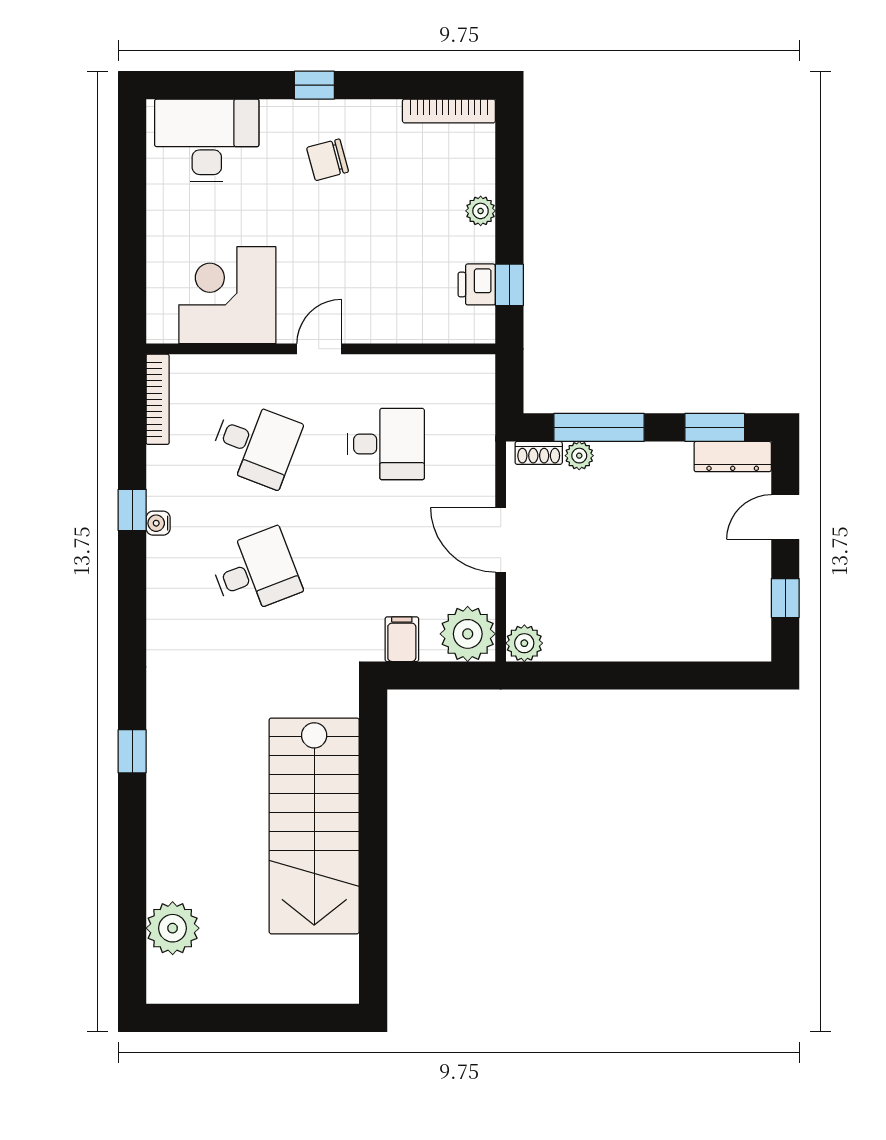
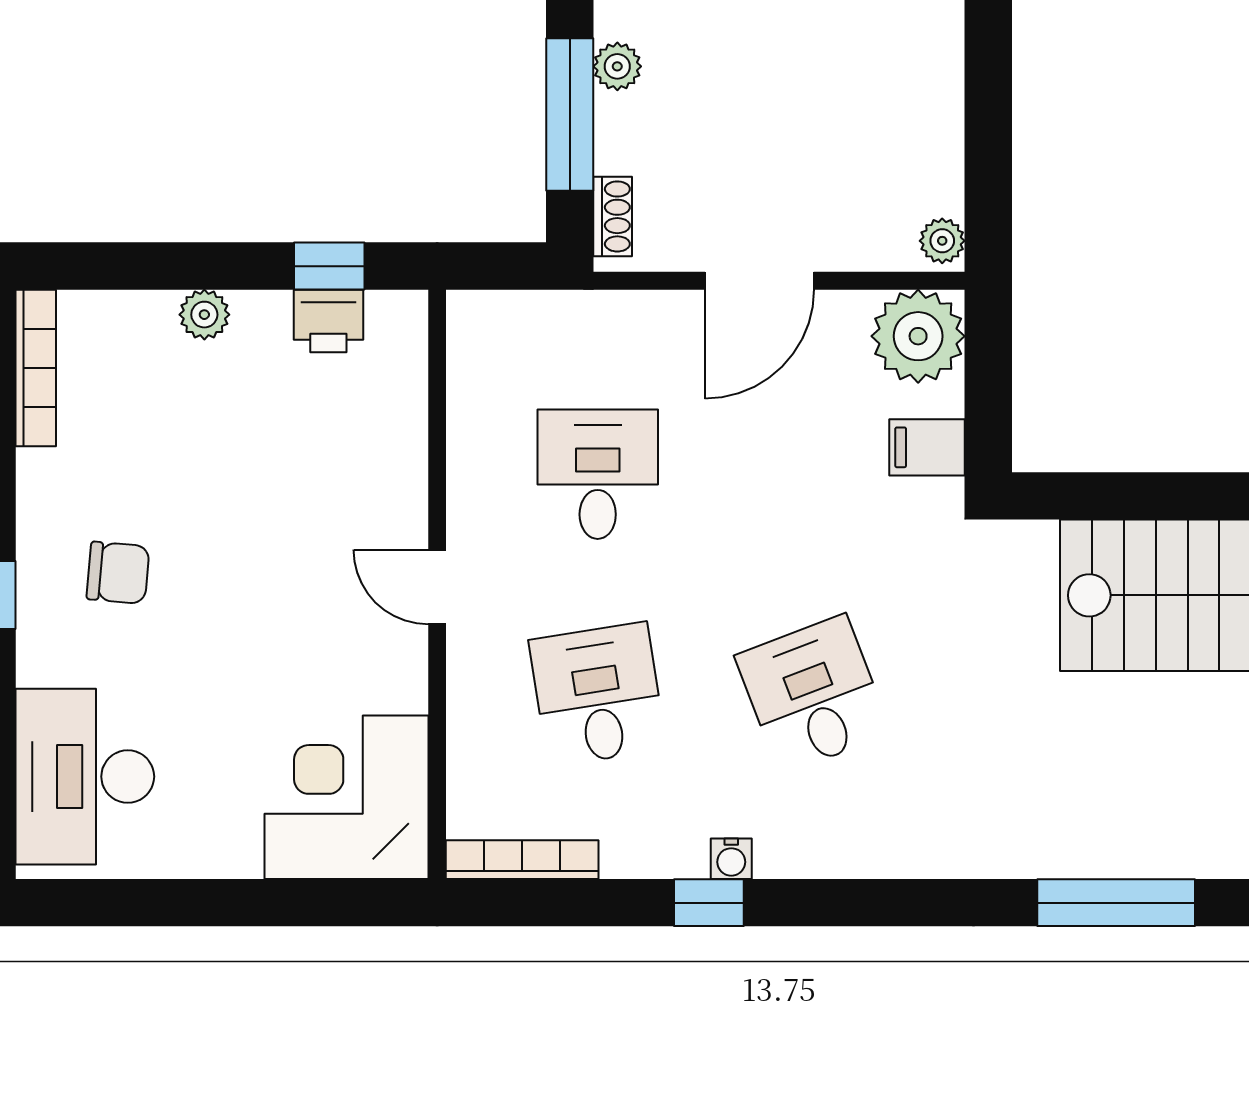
chair: (328, 160) -> (118, 573), turned -70
corner desk: (227, 295) -> (346, 797), moved, turned 90
desk: (255, 444) -> (598, 694), turned -30
plant: (579, 456) -> (617, 66), moved
plant: (524, 643) -> (942, 241), width x0.73, depth x0.73
window: (132, 751) -> (1116, 903), width x2.17

